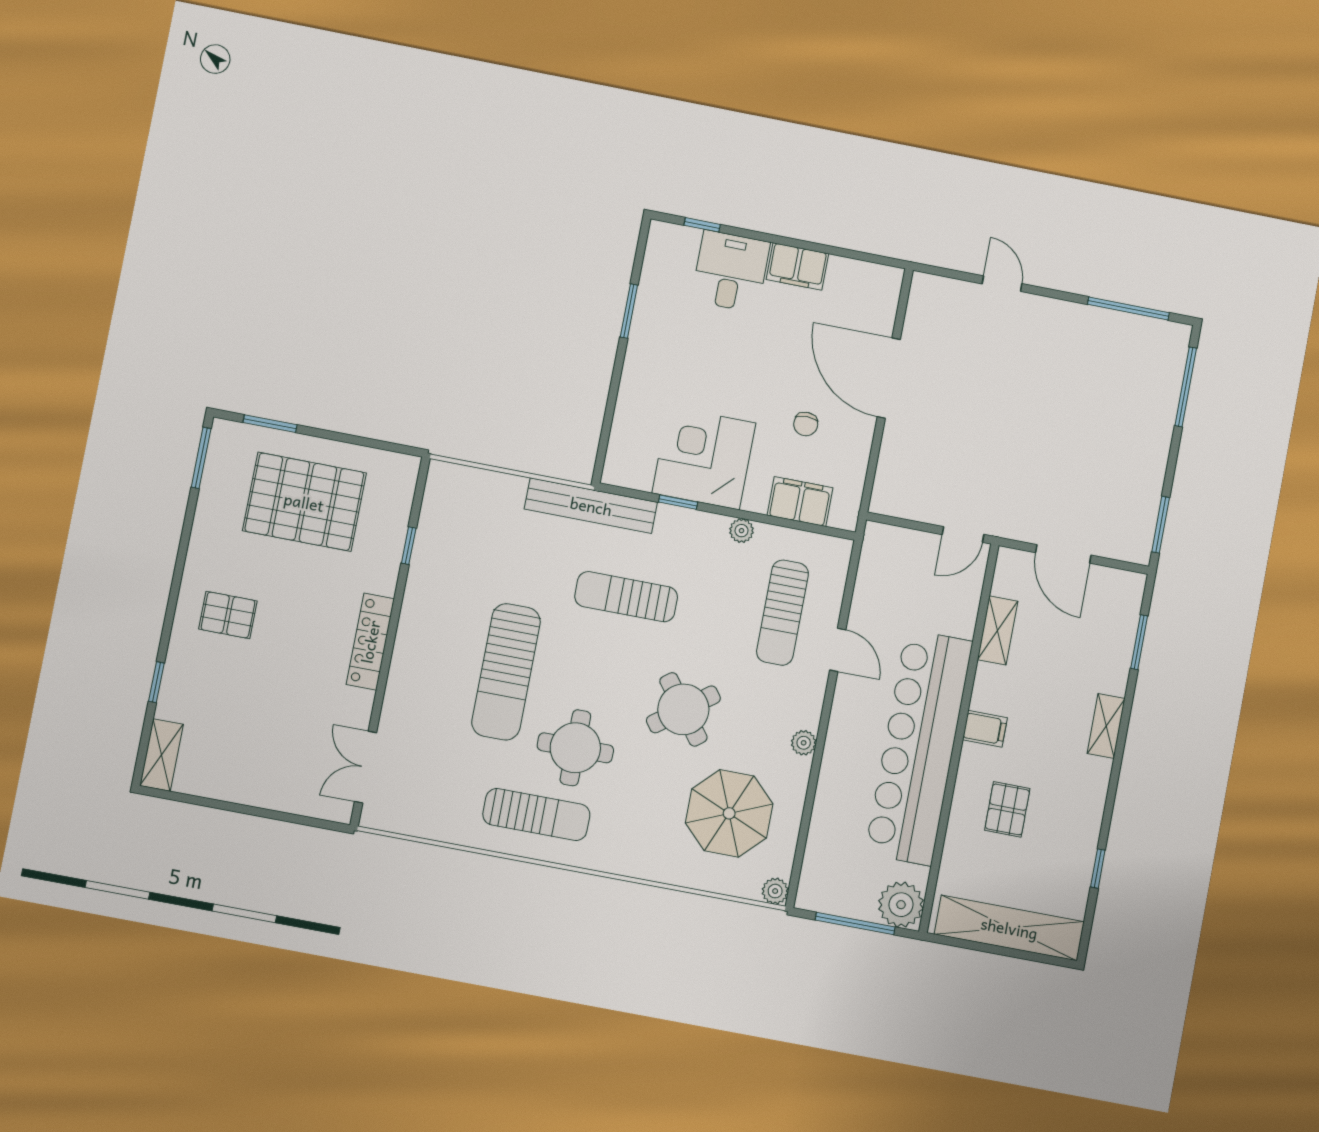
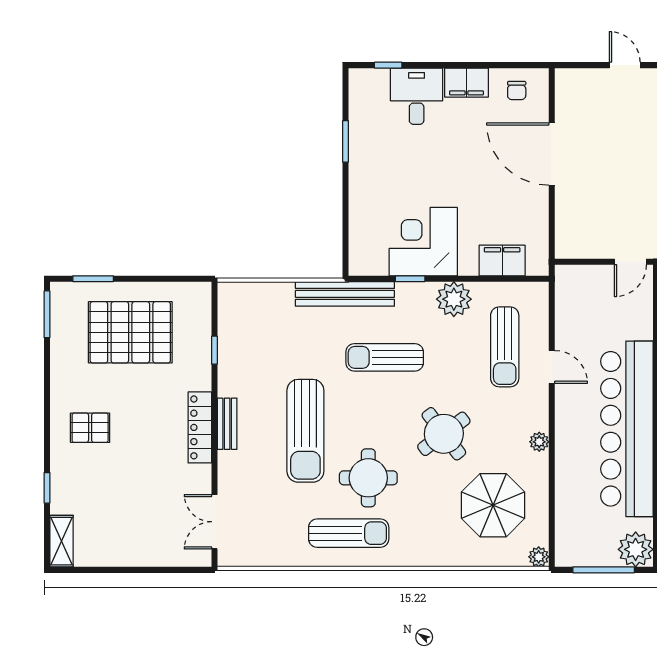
chair: (806, 424) -> (517, 91), moved
plant: (741, 531) -> (454, 299), width x1.88, depth x1.88
bench: (407, 643) -> (227, 424), added

